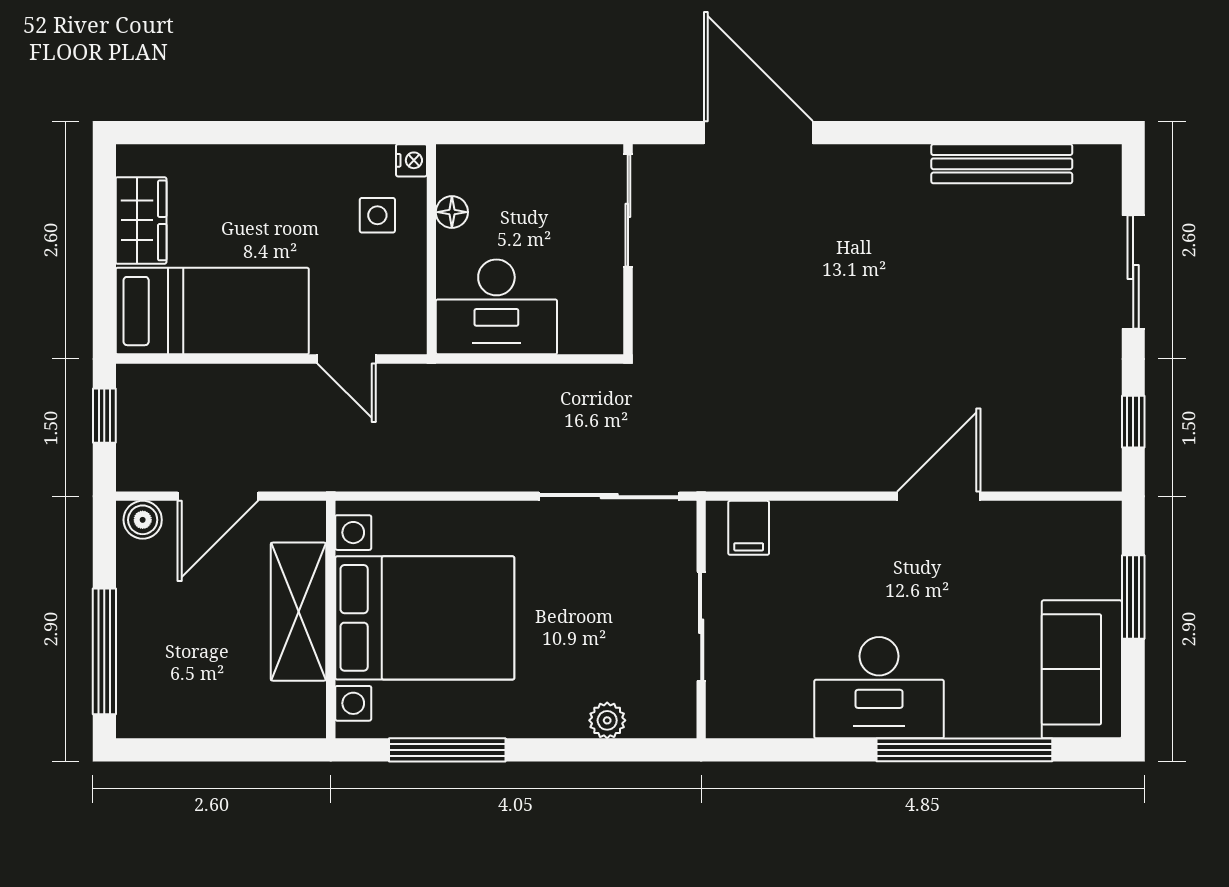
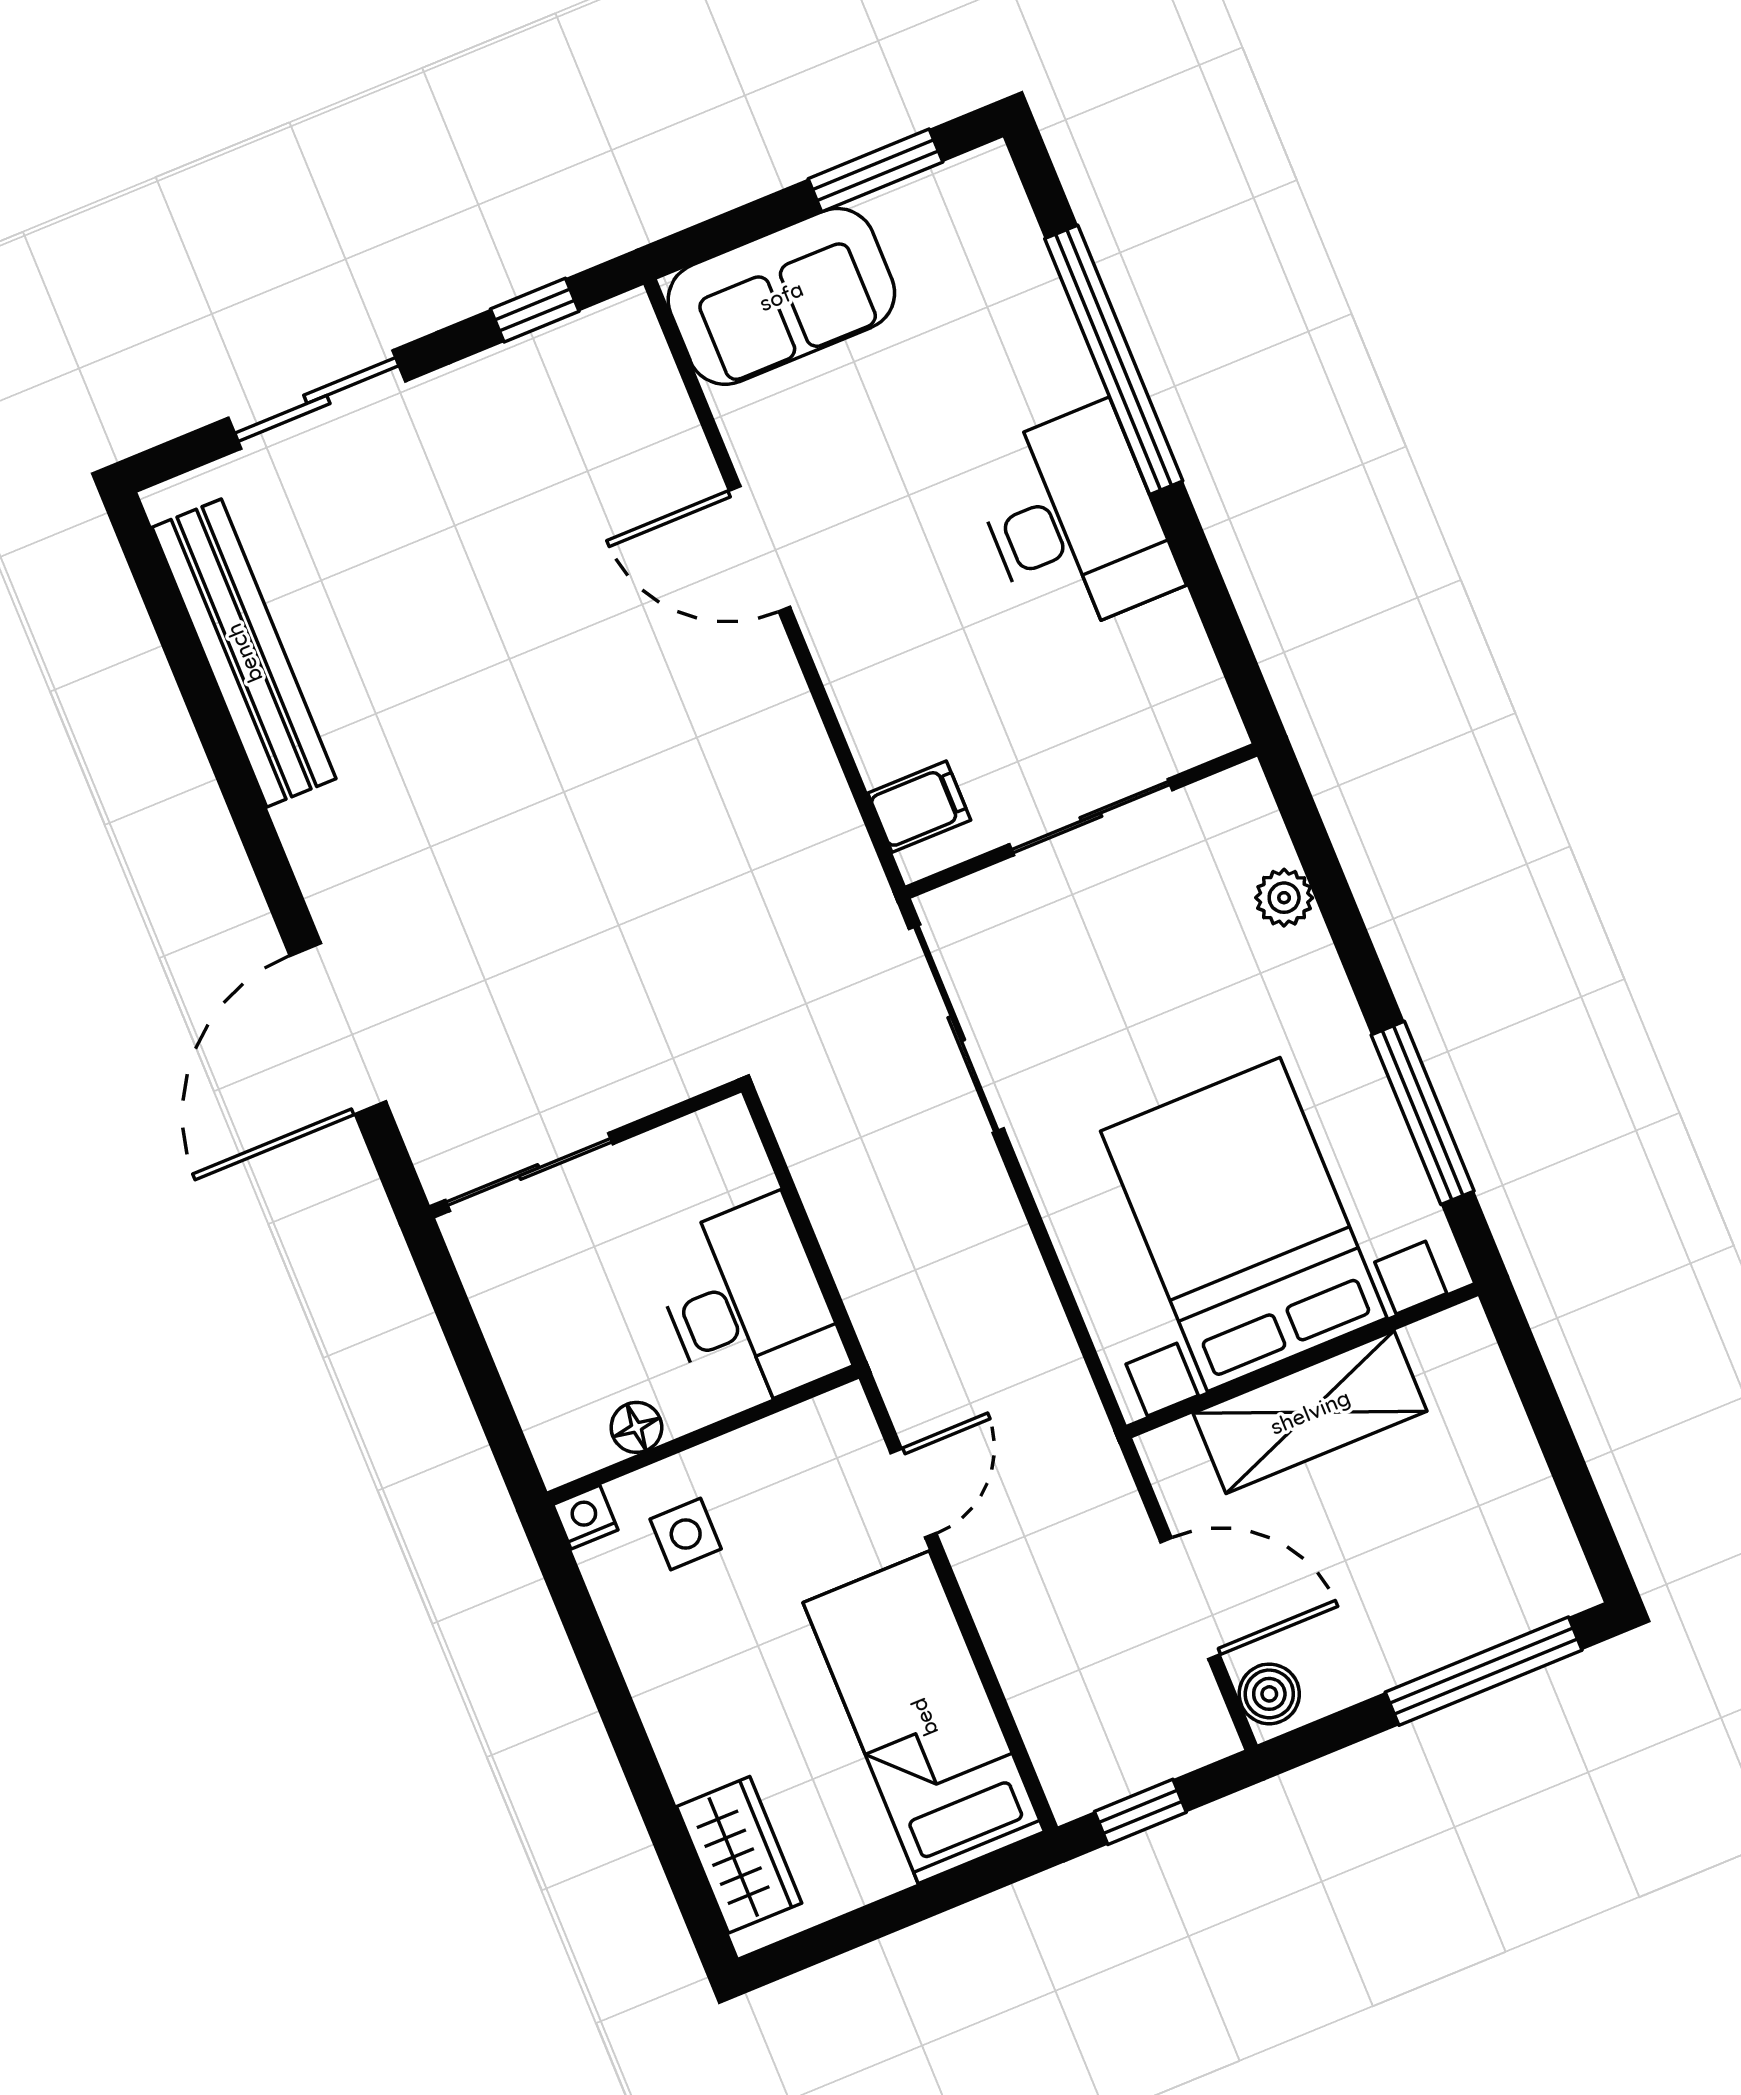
bench: (1002, 164) -> (244, 653), width x1.37, depth x1.21
wardrobe: (141, 220) -> (739, 1855), moved, turned 90
window: (1133, 597) -> (875, 170), moved
sofa: (1082, 669) -> (781, 296), moved

